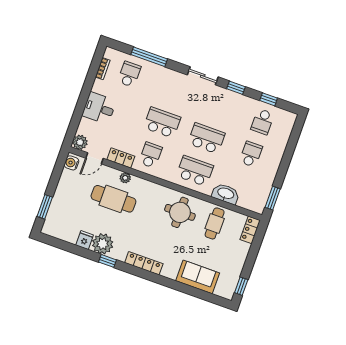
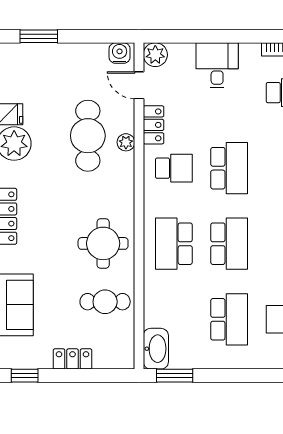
school desk: (251, 154) -> (229, 319), width x1.85
school desk: (195, 171) -> (174, 244), turned 180
washbasin: (226, 194) -> (156, 349), moved
locker: (250, 230) -> (73, 359), moved

